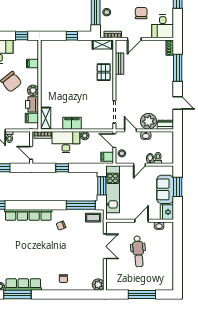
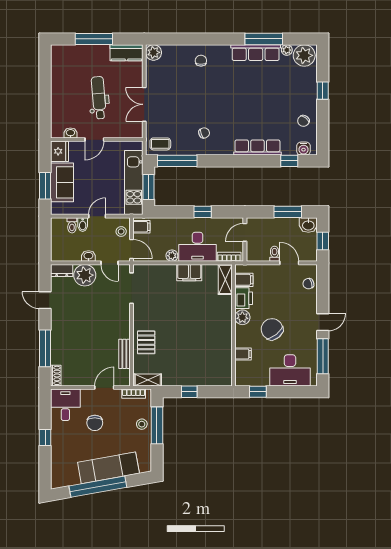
door: (31, 153) -> (245, 232), swing flipped
row of seats: (28, 215) -> (257, 148), width x0.73
kitchen counter: (118, 284) -> (126, 53), added

